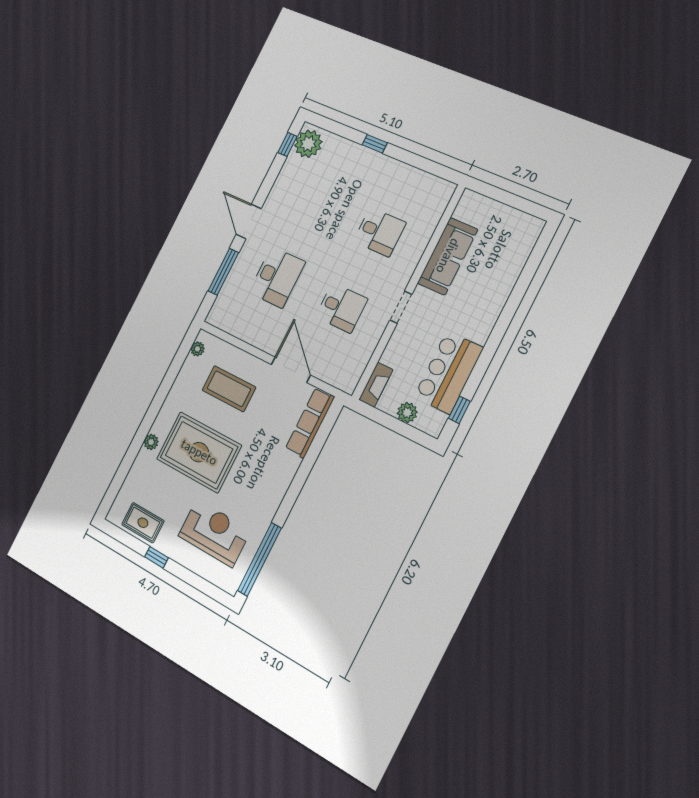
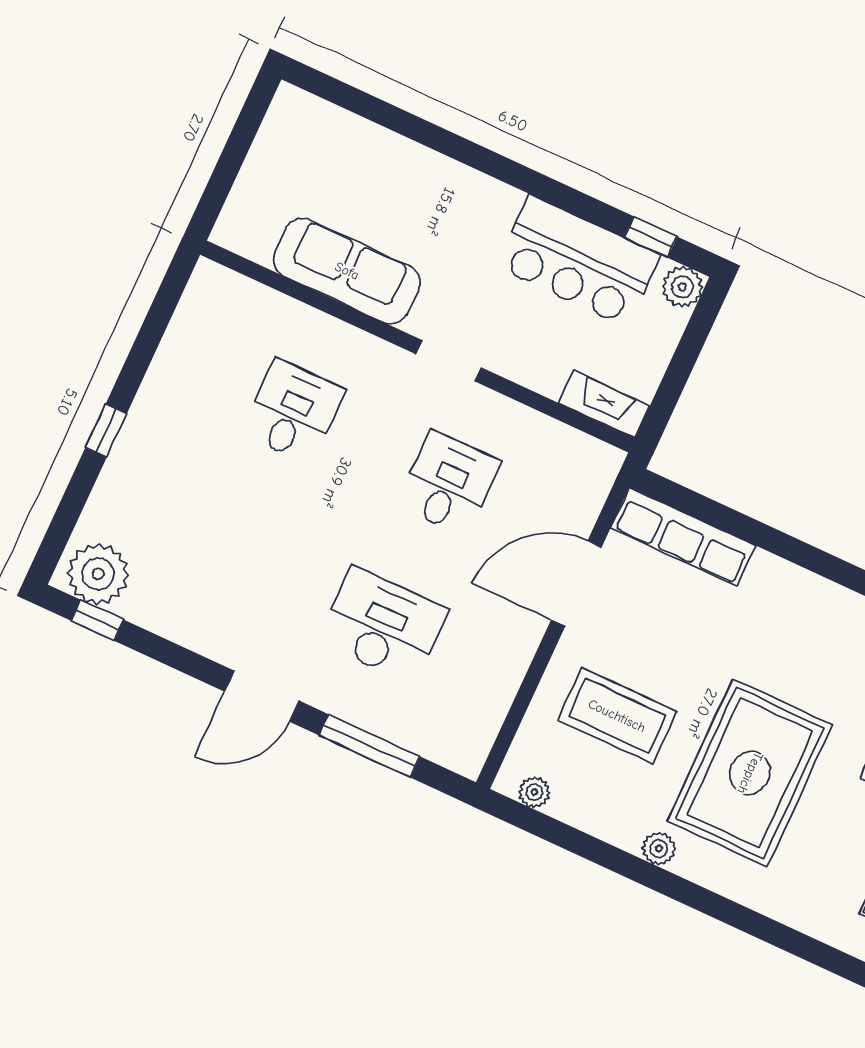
coffee table: (229, 389) -> (617, 716), turned 90
plant: (407, 413) -> (682, 287), moved
plant: (151, 442) -> (659, 849), moved

